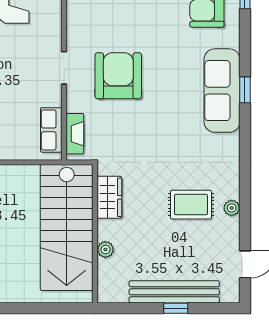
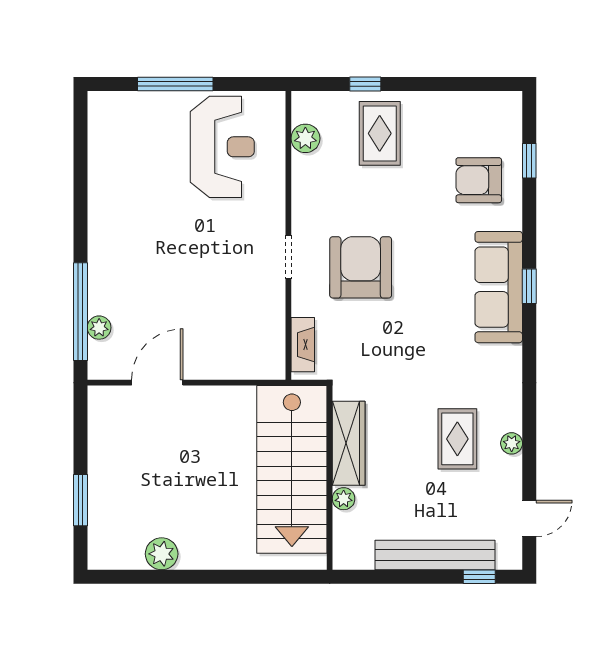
row of seats: (51, 130) -> (271, 339), removed
wardrobe: (109, 197) -> (349, 443), width x1.50
rug: (191, 205) -> (457, 439), turned 90
window: (176, 308) -> (479, 577), moved

